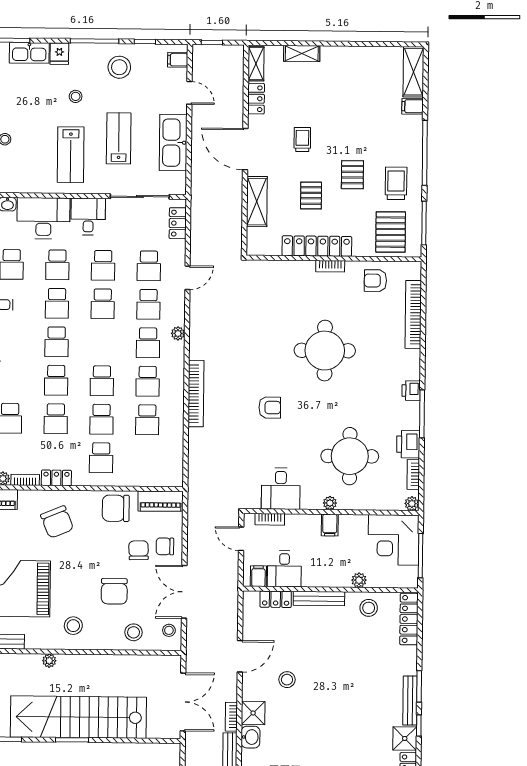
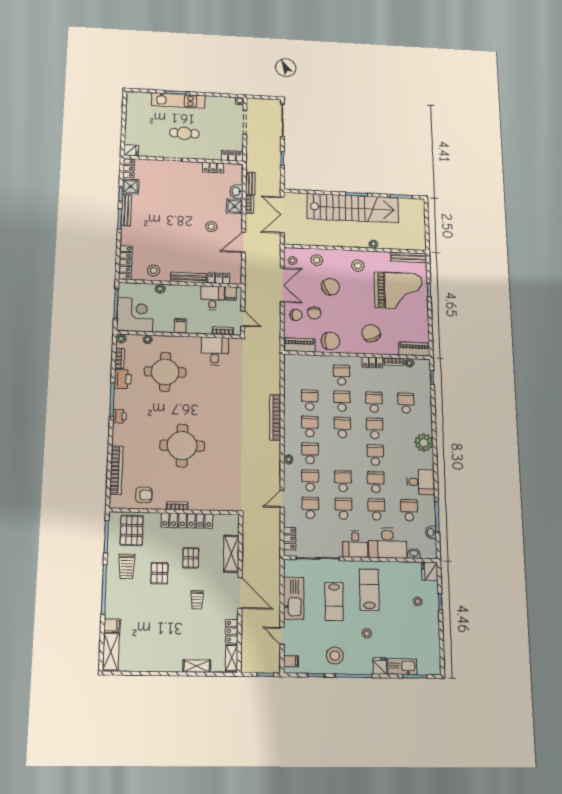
armchair: (270, 408) -> (222, 407), removed
plant: (330, 503) -> (148, 339), moved
chair: (114, 591) -> (330, 287), turned 65

